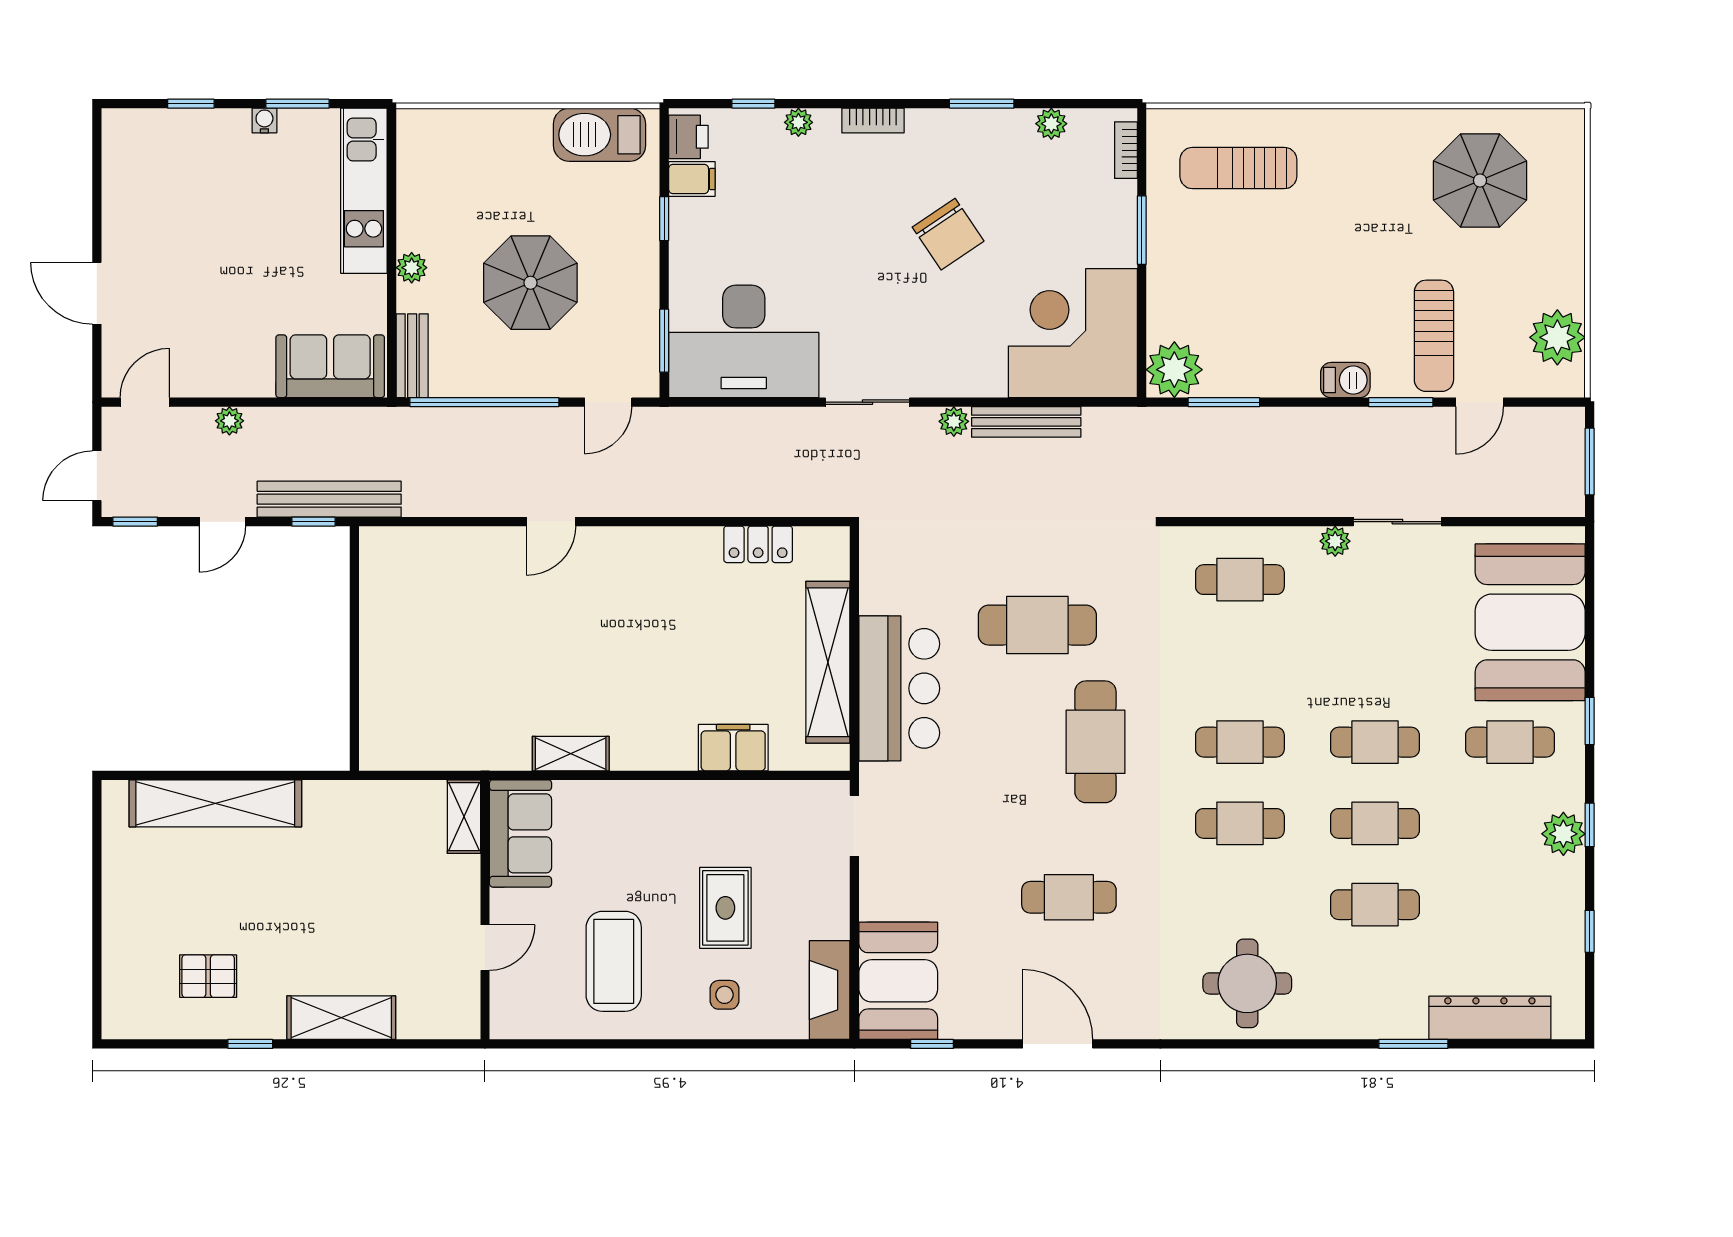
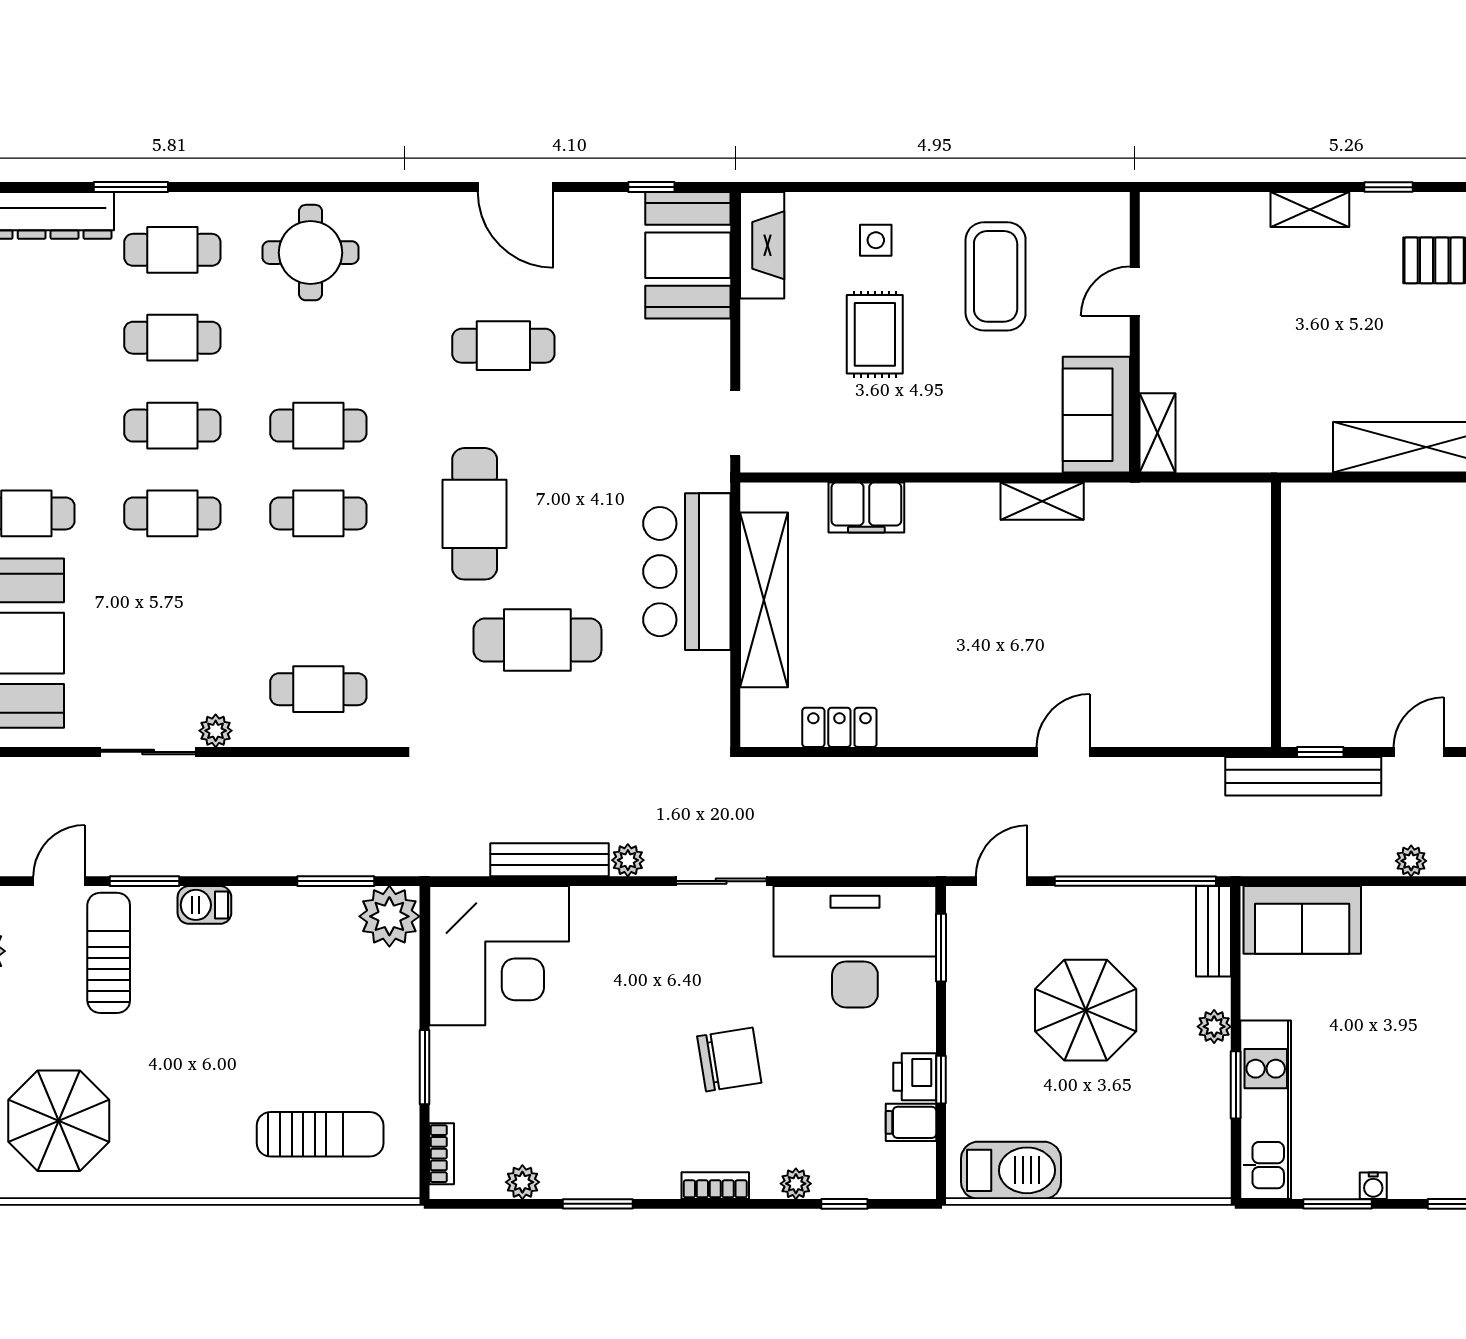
printer: (688, 137) -> (915, 1077), moved
window: (392, 214) -> (1236, 1085), added
chair: (948, 234) -> (729, 1059), moved, turned 115
cafe table: (1375, 986) -> (172, 250), added
shelving: (341, 1018) -> (1310, 210), width x0.67, depth x0.75

